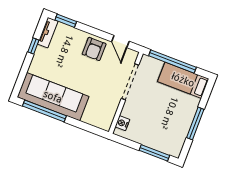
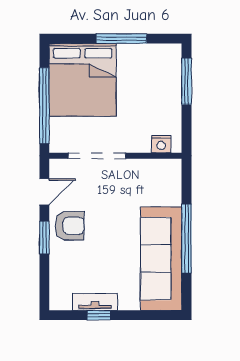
window: (66, 21) -> (44, 238), moved
tv unit: (48, 33) -> (95, 302), moved
bed: (183, 80) -> (83, 80), width x2.04
window: (44, 111) -> (186, 239), moved

